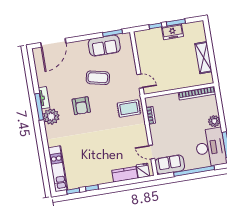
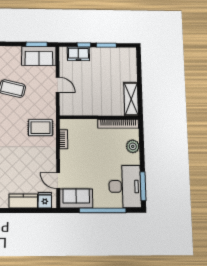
freezer: (172, 32) -> (78, 54), moved
sofa: (104, 46) -> (39, 56), moved
shelving: (203, 58) -> (131, 99), moved
door: (140, 81) -> (58, 85), moved
plant: (214, 121) -> (133, 146), moved

